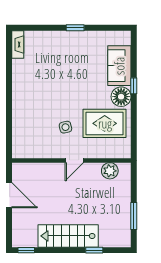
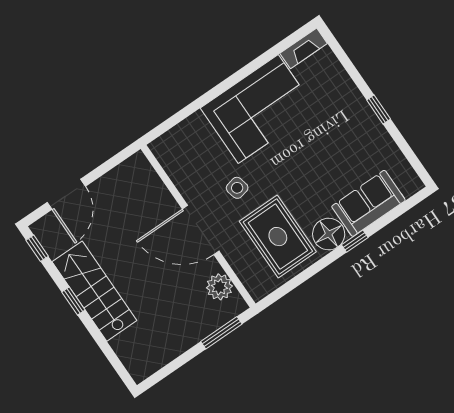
corner sofa: (33, 89) -> (258, 109), added
door: (74, 160) -> (201, 230), width x1.88
door: (9, 195) -> (66, 194), moved
window: (134, 216) -> (221, 333), moved
window: (94, 250) -> (73, 301), moved

